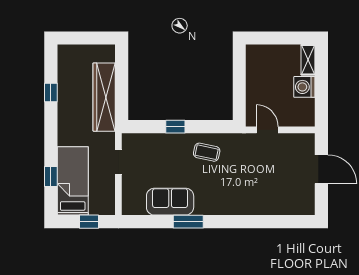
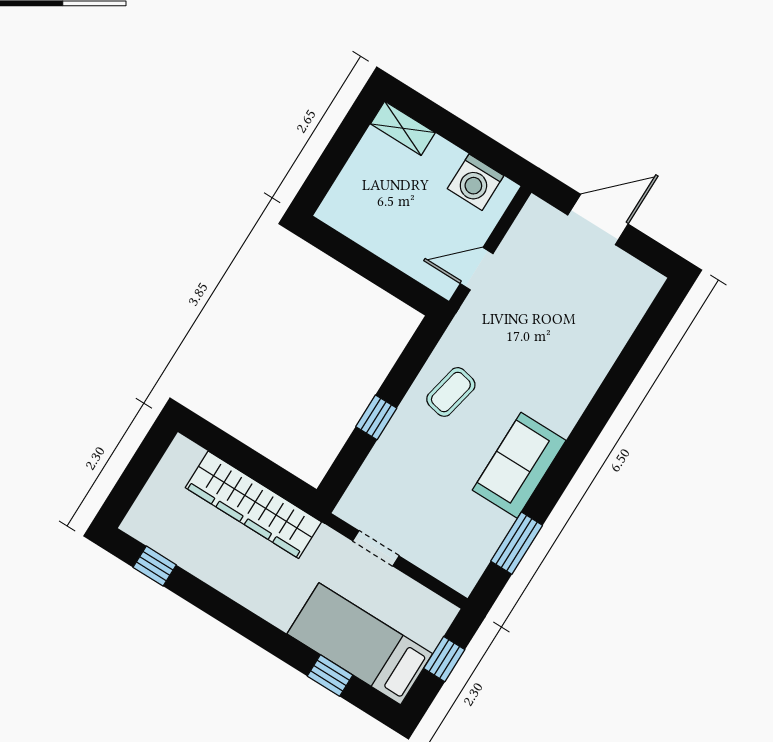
washing machine: (304, 87) -> (476, 182), moved
window: (51, 92) -> (155, 566), moved
sofa: (170, 202) -> (519, 465), moved
window: (188, 222) -> (517, 543), moved

